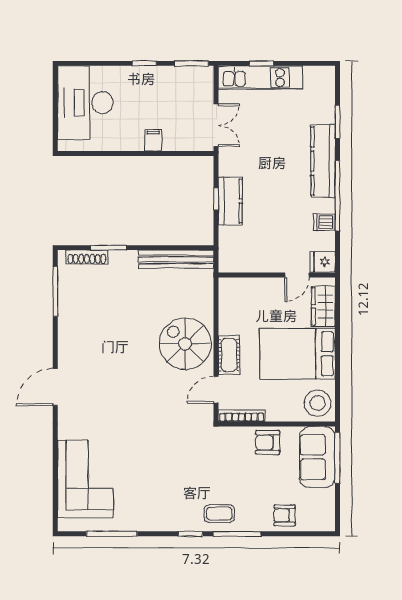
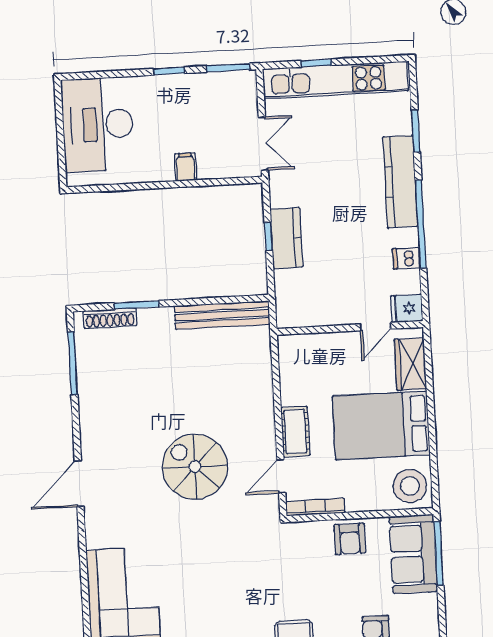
kitchen unit: (261, 78) -> (335, 80), width x1.36
spiral stairs: (185, 344) -> (195, 467), moved
armchair: (268, 442) -> (350, 539), turned -90

